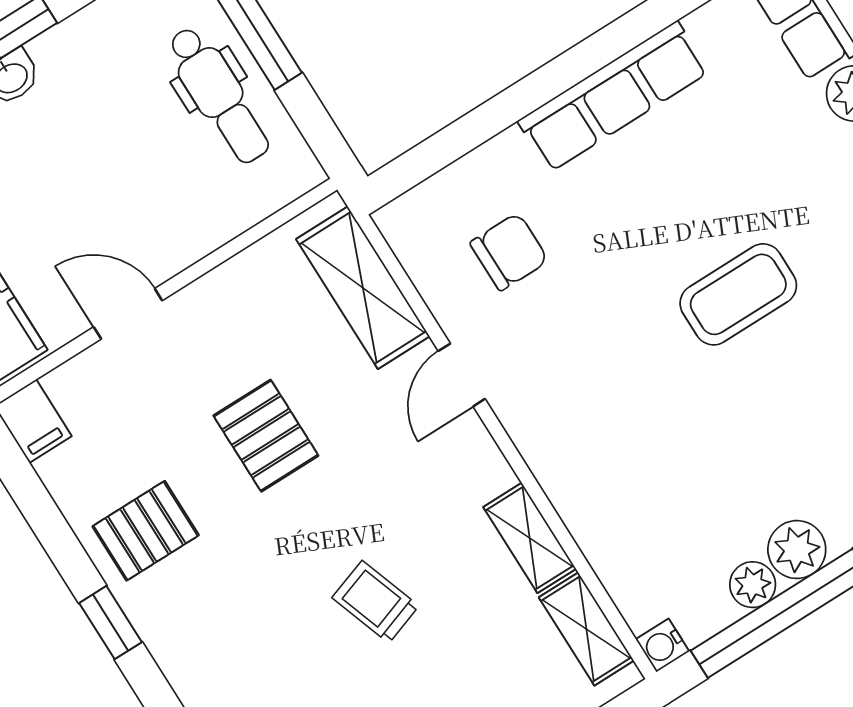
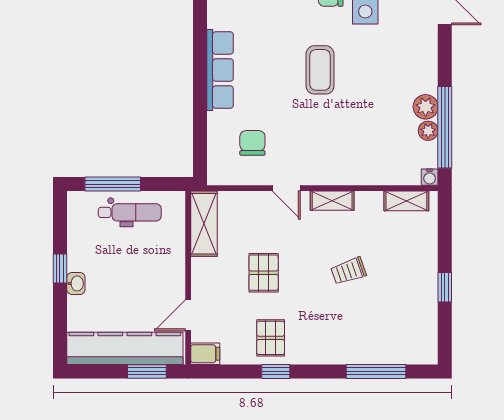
shelving: (363, 288) -> (204, 224), moved, turned 90
door: (128, 314) -> (188, 315), moved
pallet: (266, 436) -> (264, 273), turned 90
shelving: (530, 538) -> (332, 201), moved
window: (111, 623) -> (276, 371), moved

